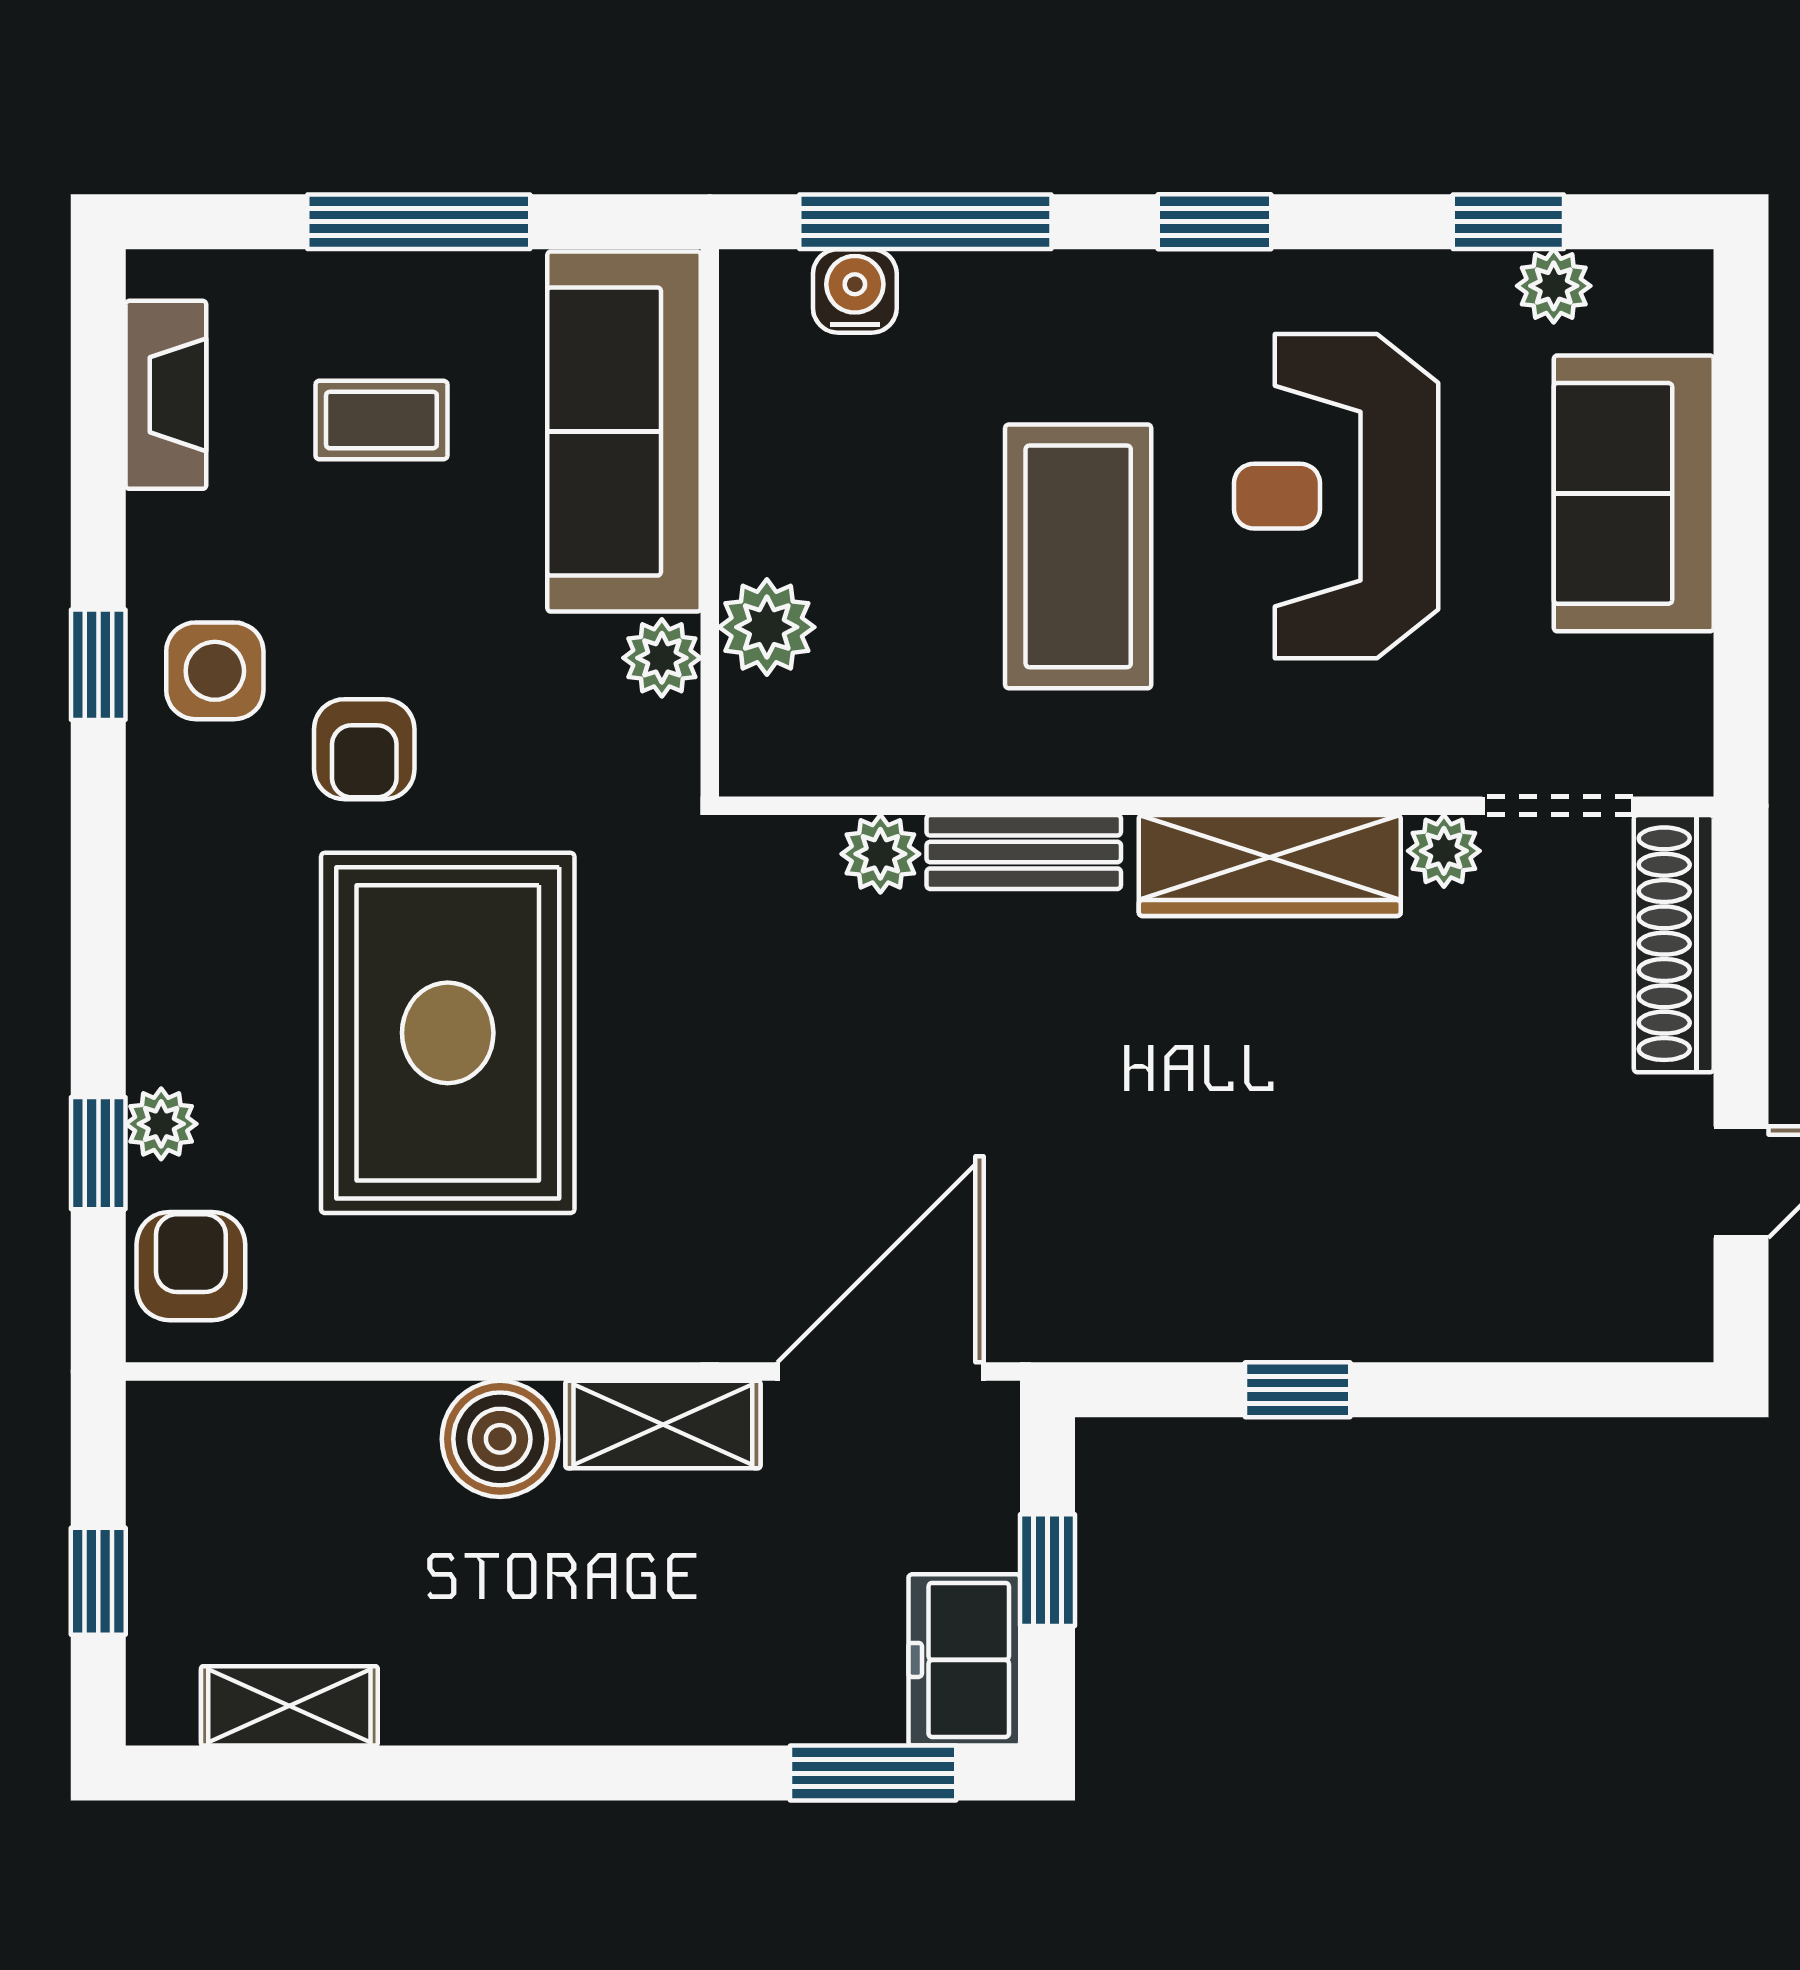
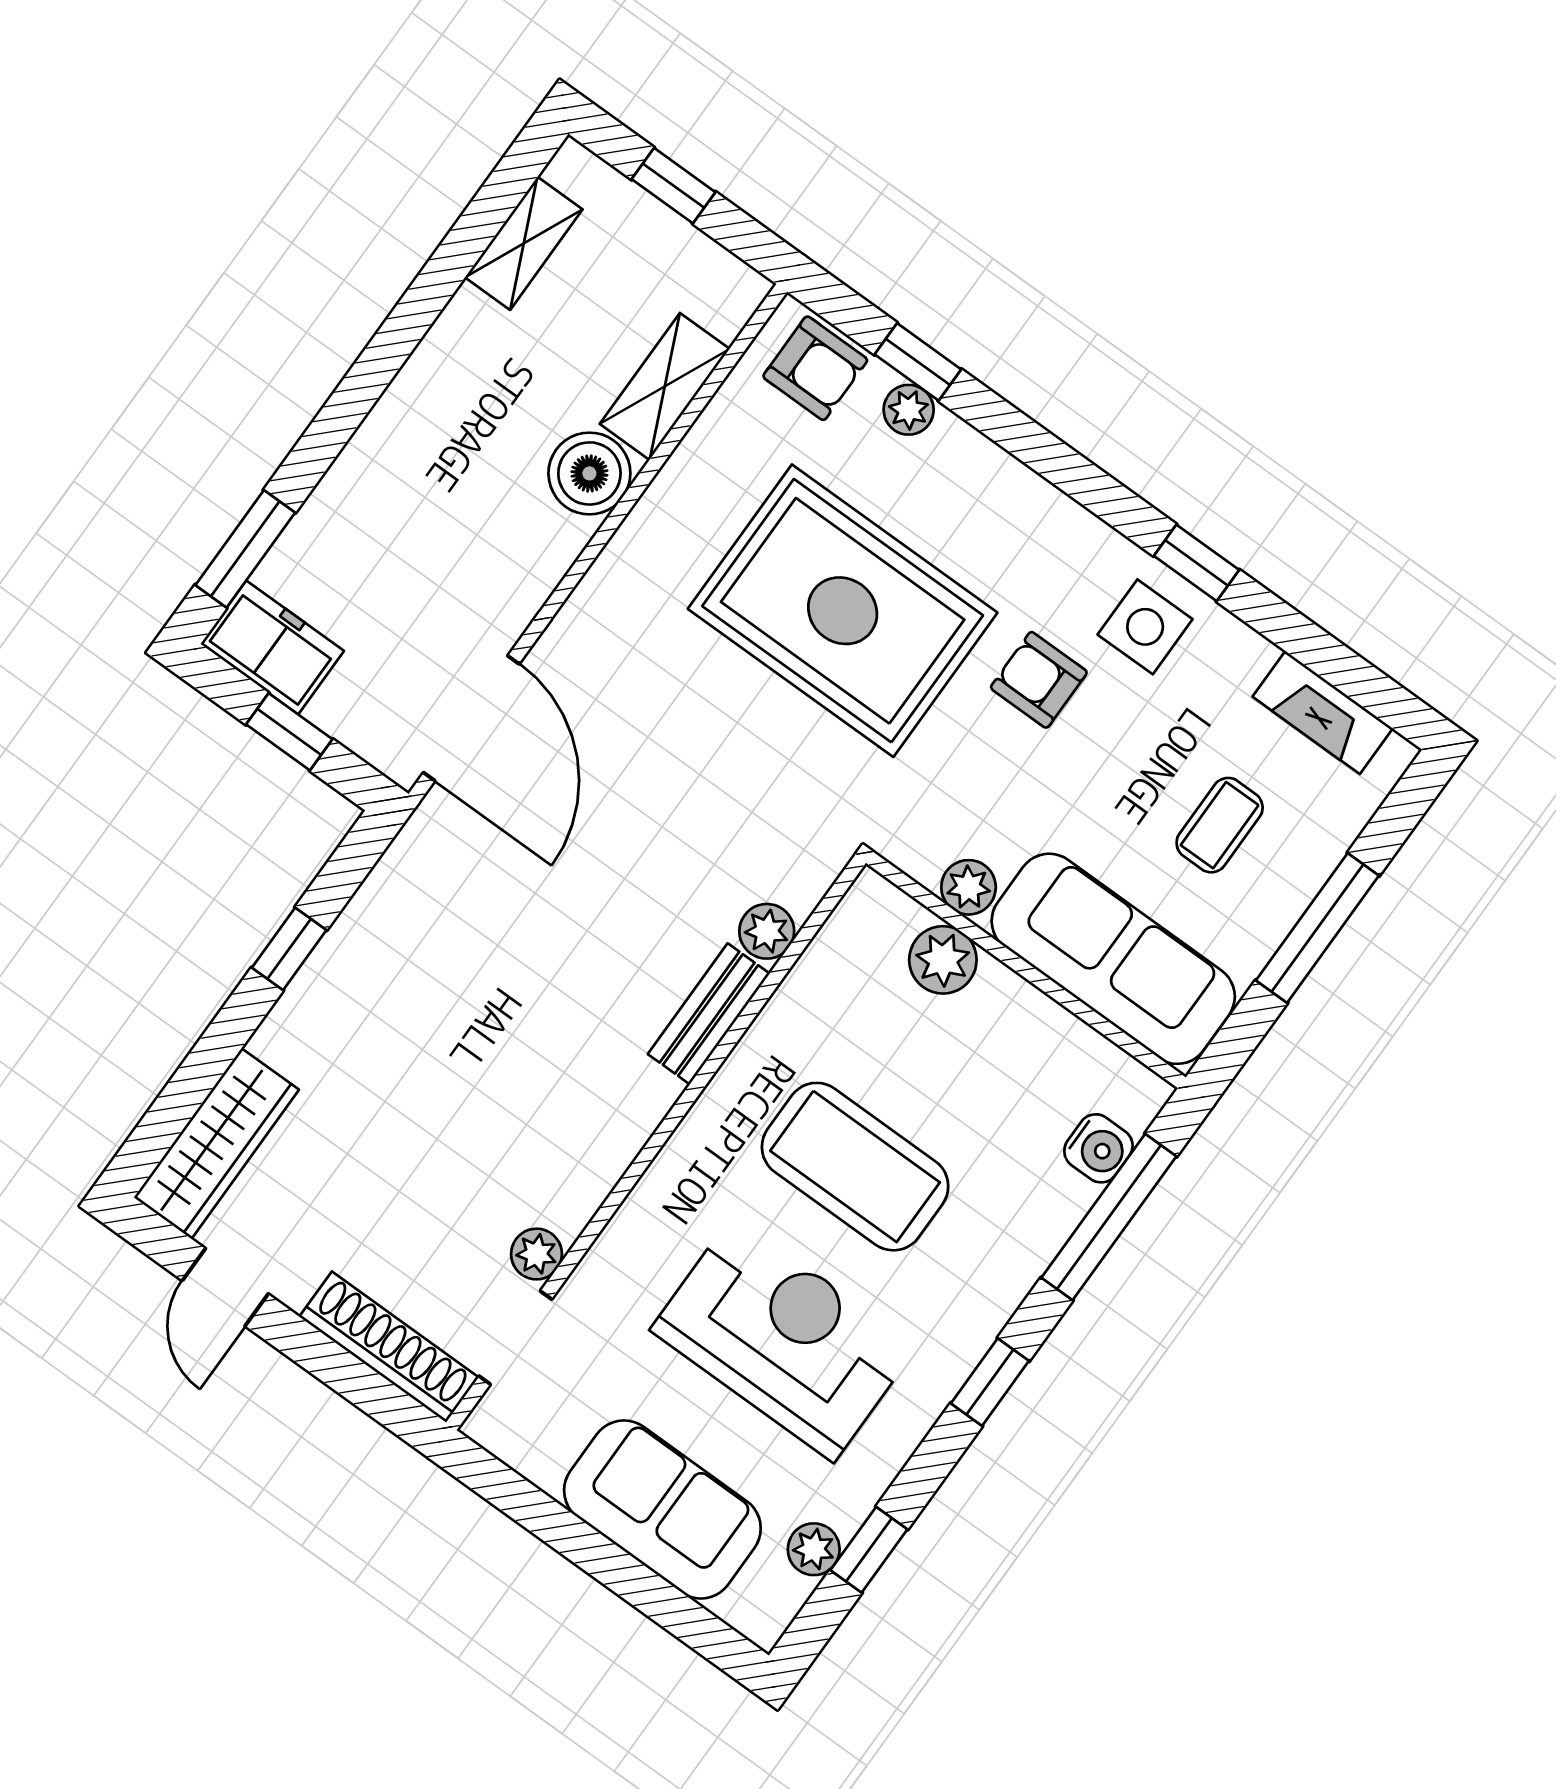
wardrobe: (1270, 865) -> (216, 1144), moved, turned 180
shelving: (663, 1424) -> (665, 386), moved

